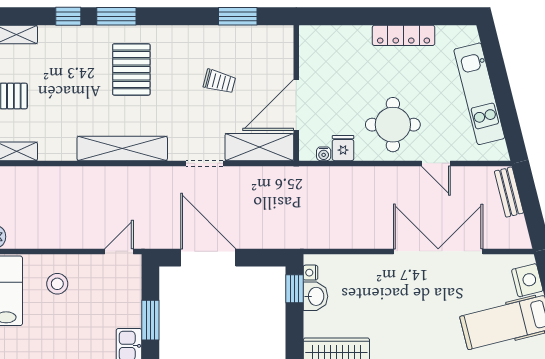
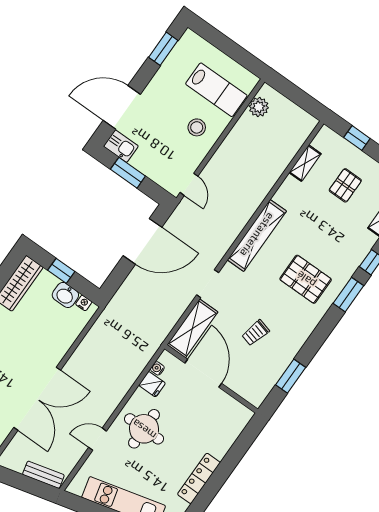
window: (294, 289) -> (61, 271), moved

